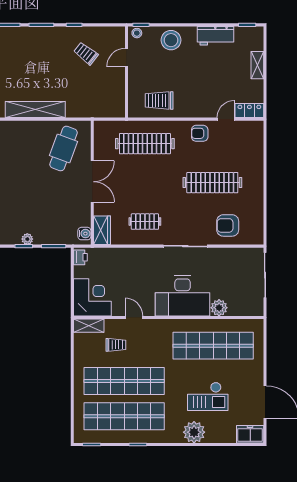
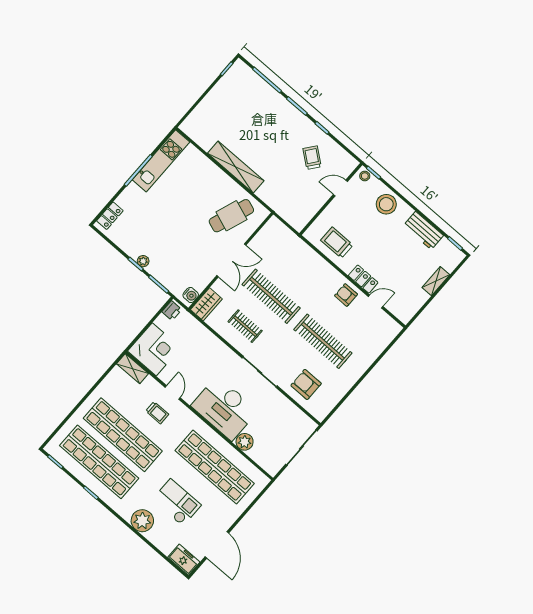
locker: (249, 110) -> (363, 279), moved
clothes rail: (145, 144) -> (271, 296), moved
trolley: (116, 345) -> (157, 413), moved
checkout: (208, 396) -> (177, 502), turned 180

